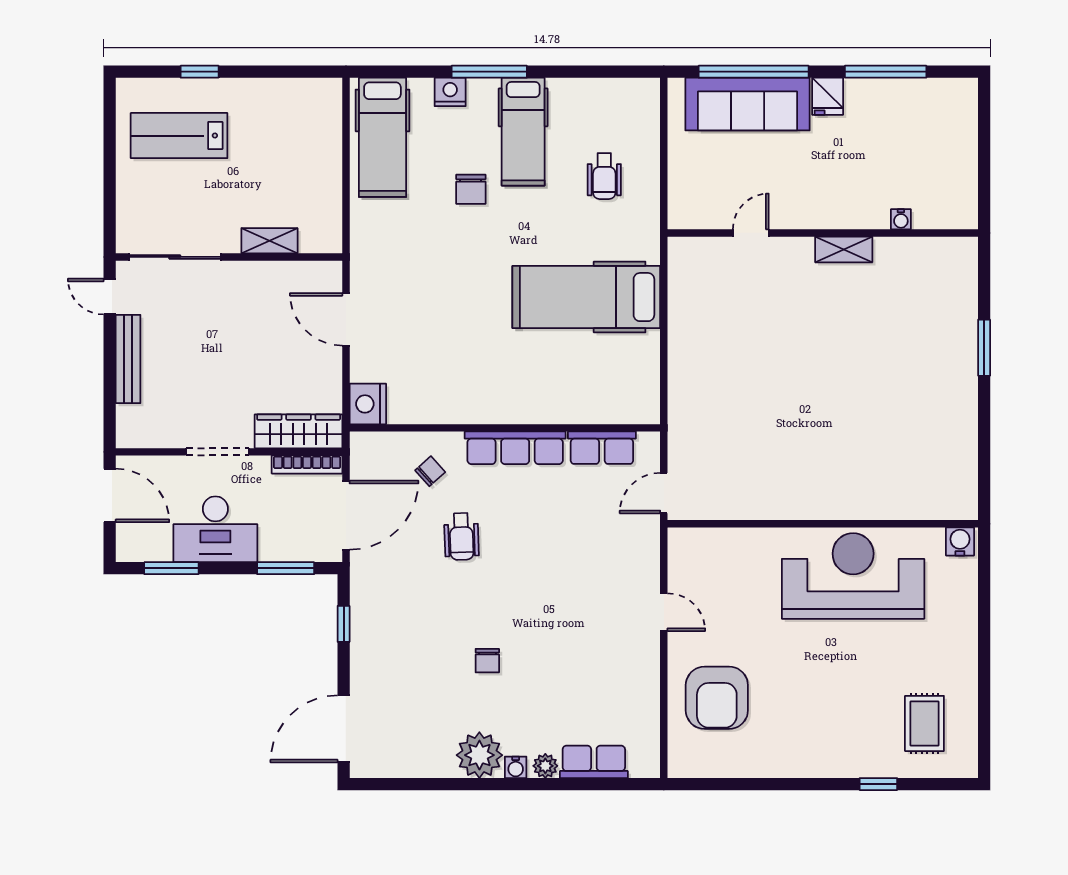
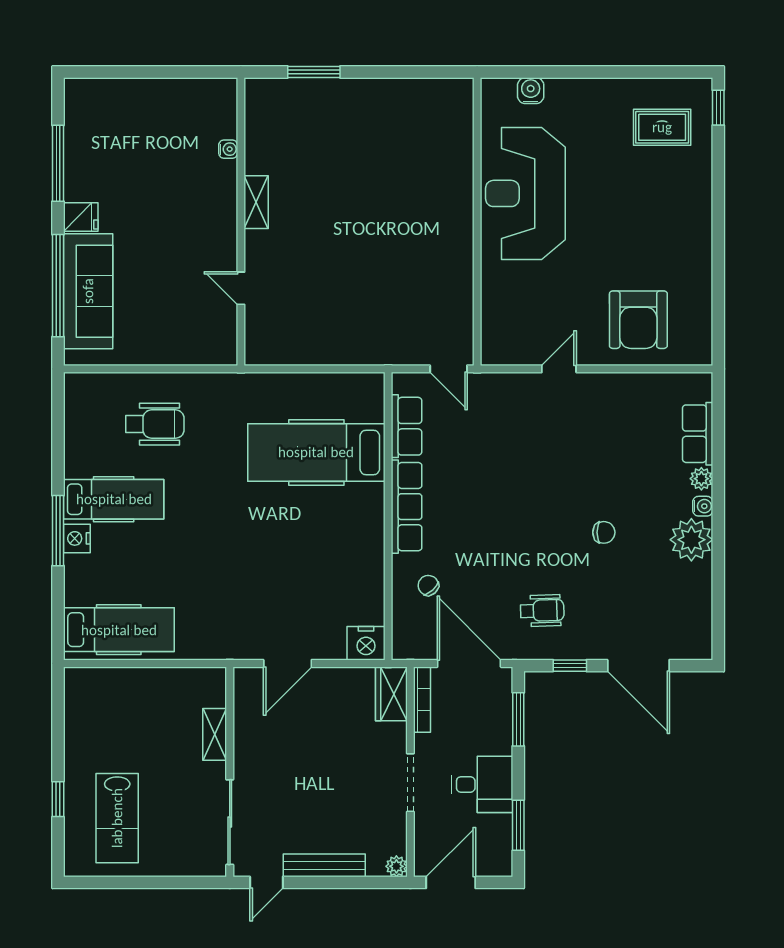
nightstand: (450, 92) -> (77, 538), moved
wheelchair: (604, 176) -> (155, 424), width x1.36, depth x1.37
chair: (471, 189) -> (167, 548), removed
water cooler: (901, 219) -> (228, 149), moved
door: (751, 233) -> (241, 288), moved
wall: (823, 233) -> (241, 222), moved
shelving: (844, 249) -> (256, 202), moved
hospital bed: (586, 297) -> (316, 452), moved, turned 90
wardrobe: (299, 431) -> (391, 694), width x0.67
plant: (127, 437) -> (396, 866), added
desk: (215, 529) -> (482, 784), width x0.73
wheelchair: (461, 536) -> (542, 611), moved
water cooler: (960, 541) -> (531, 91), moved, turned 90
armchair: (717, 698) -> (638, 320), turned 90
door: (344, 729) -> (638, 666), moved
window: (878, 784) -> (718, 108), moved

